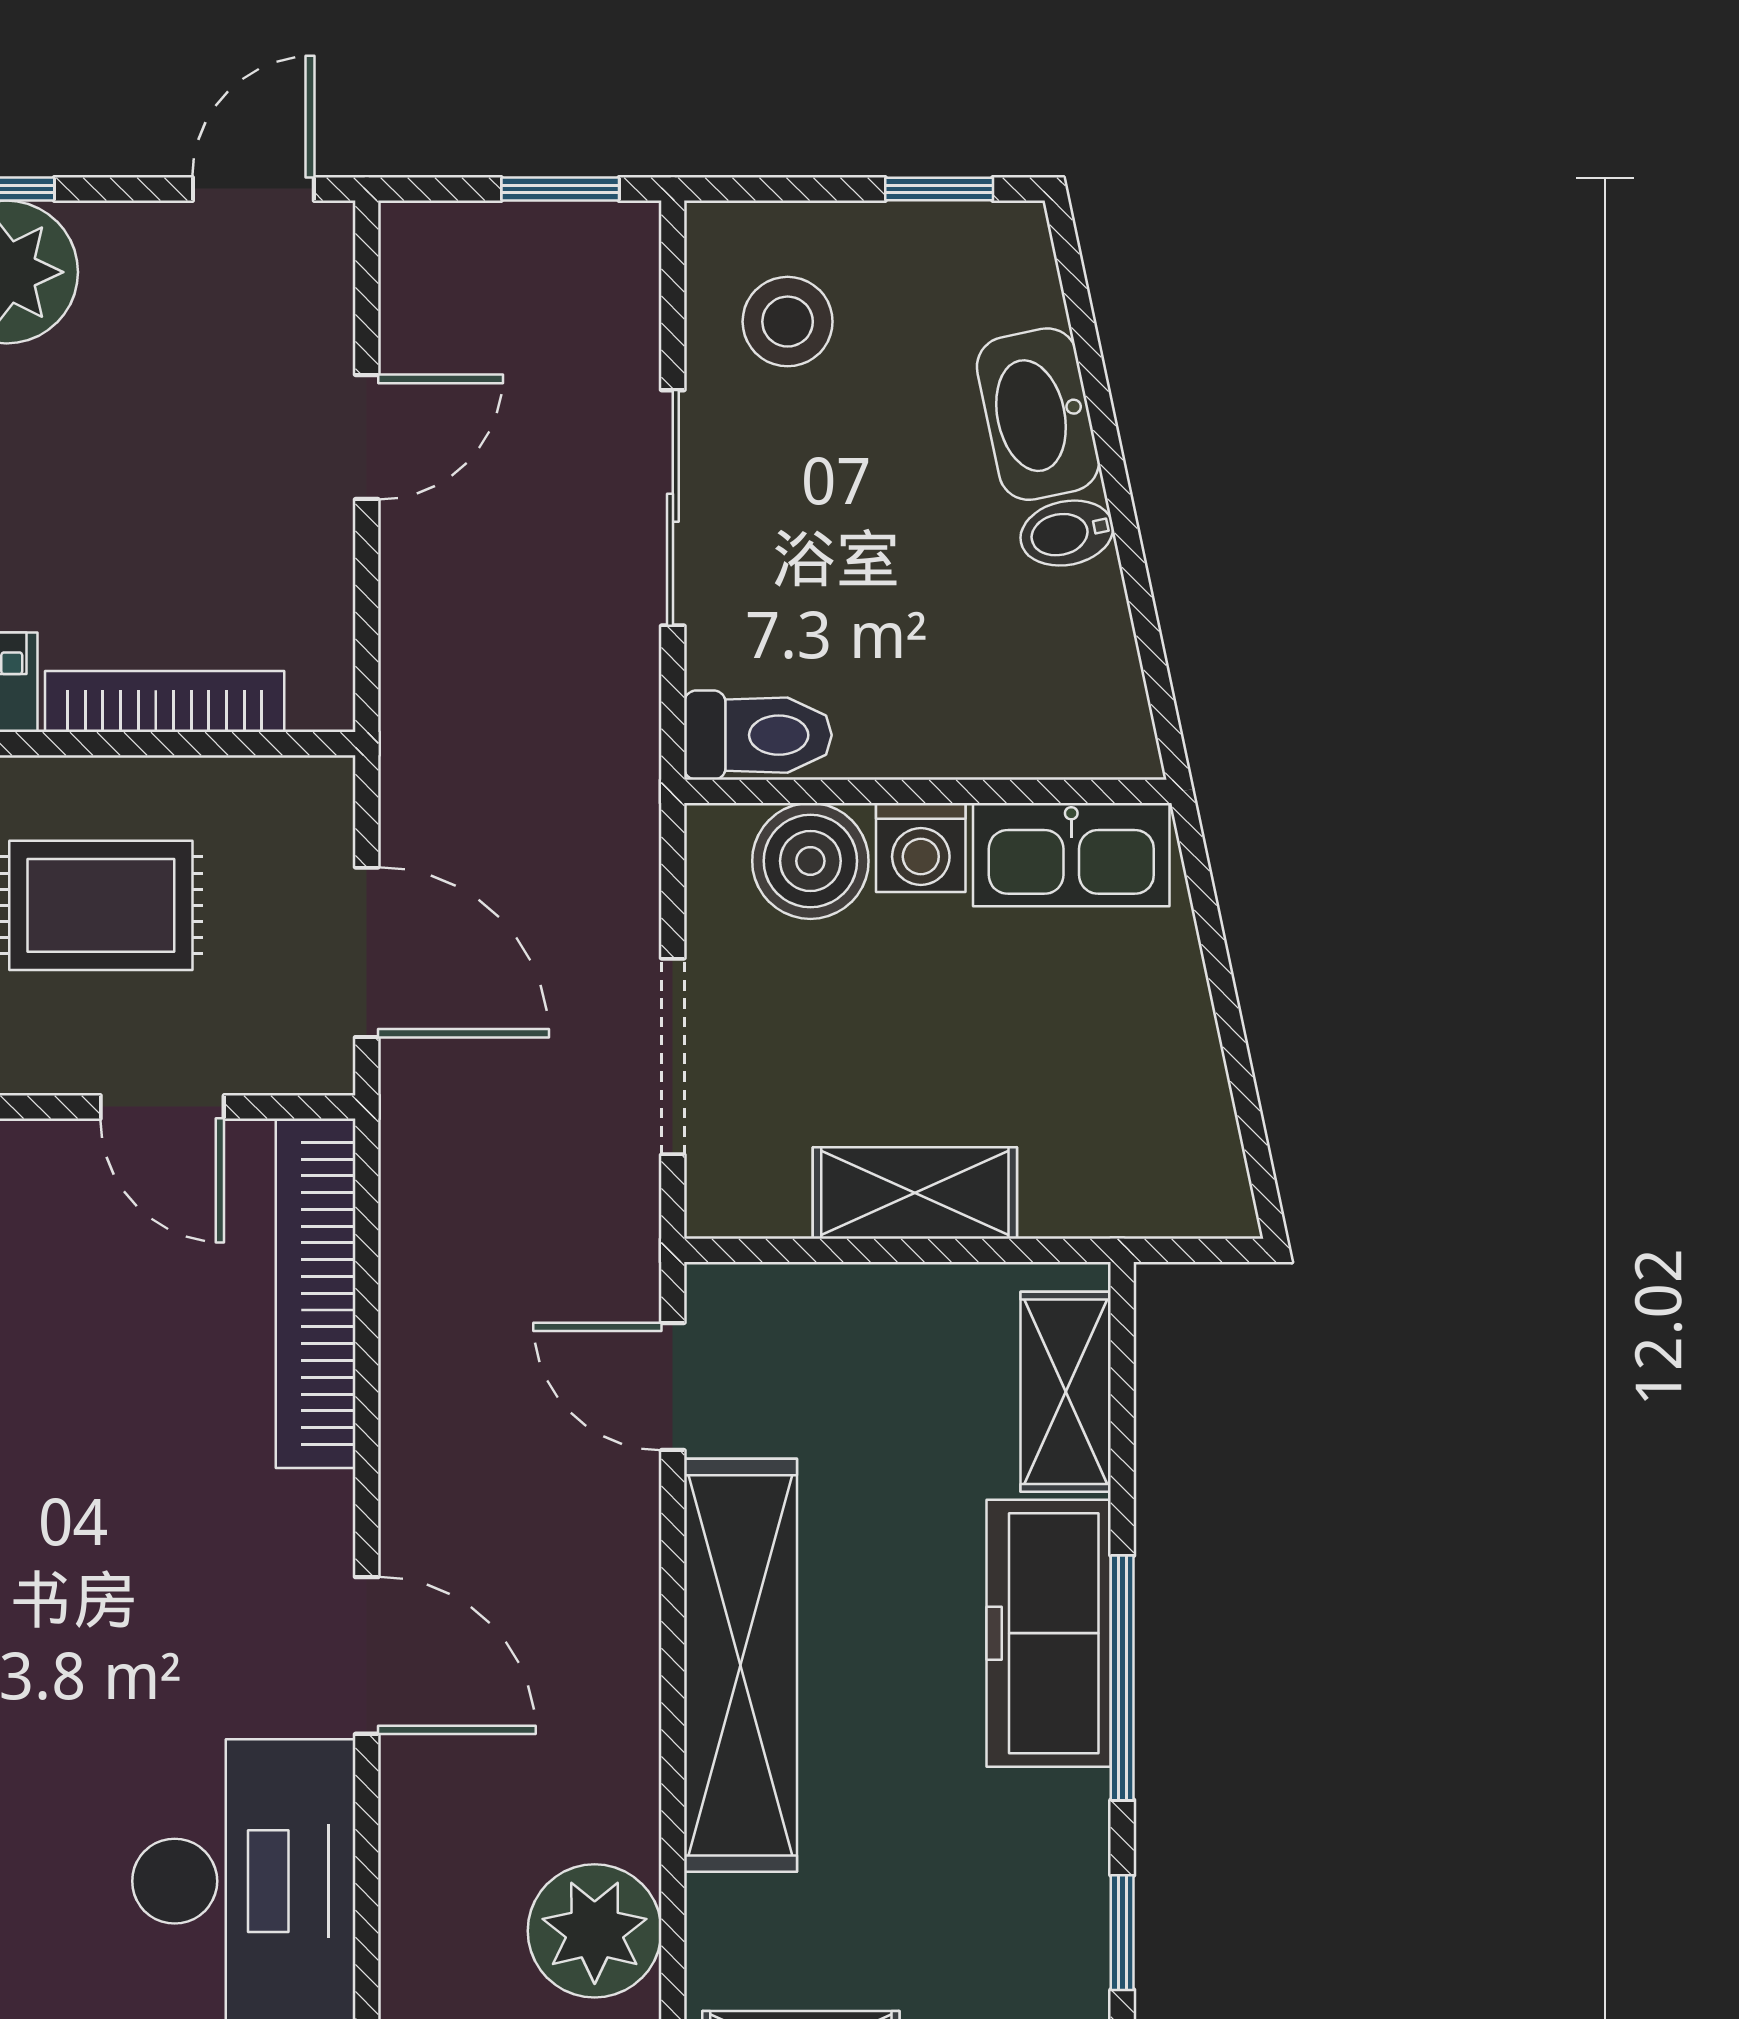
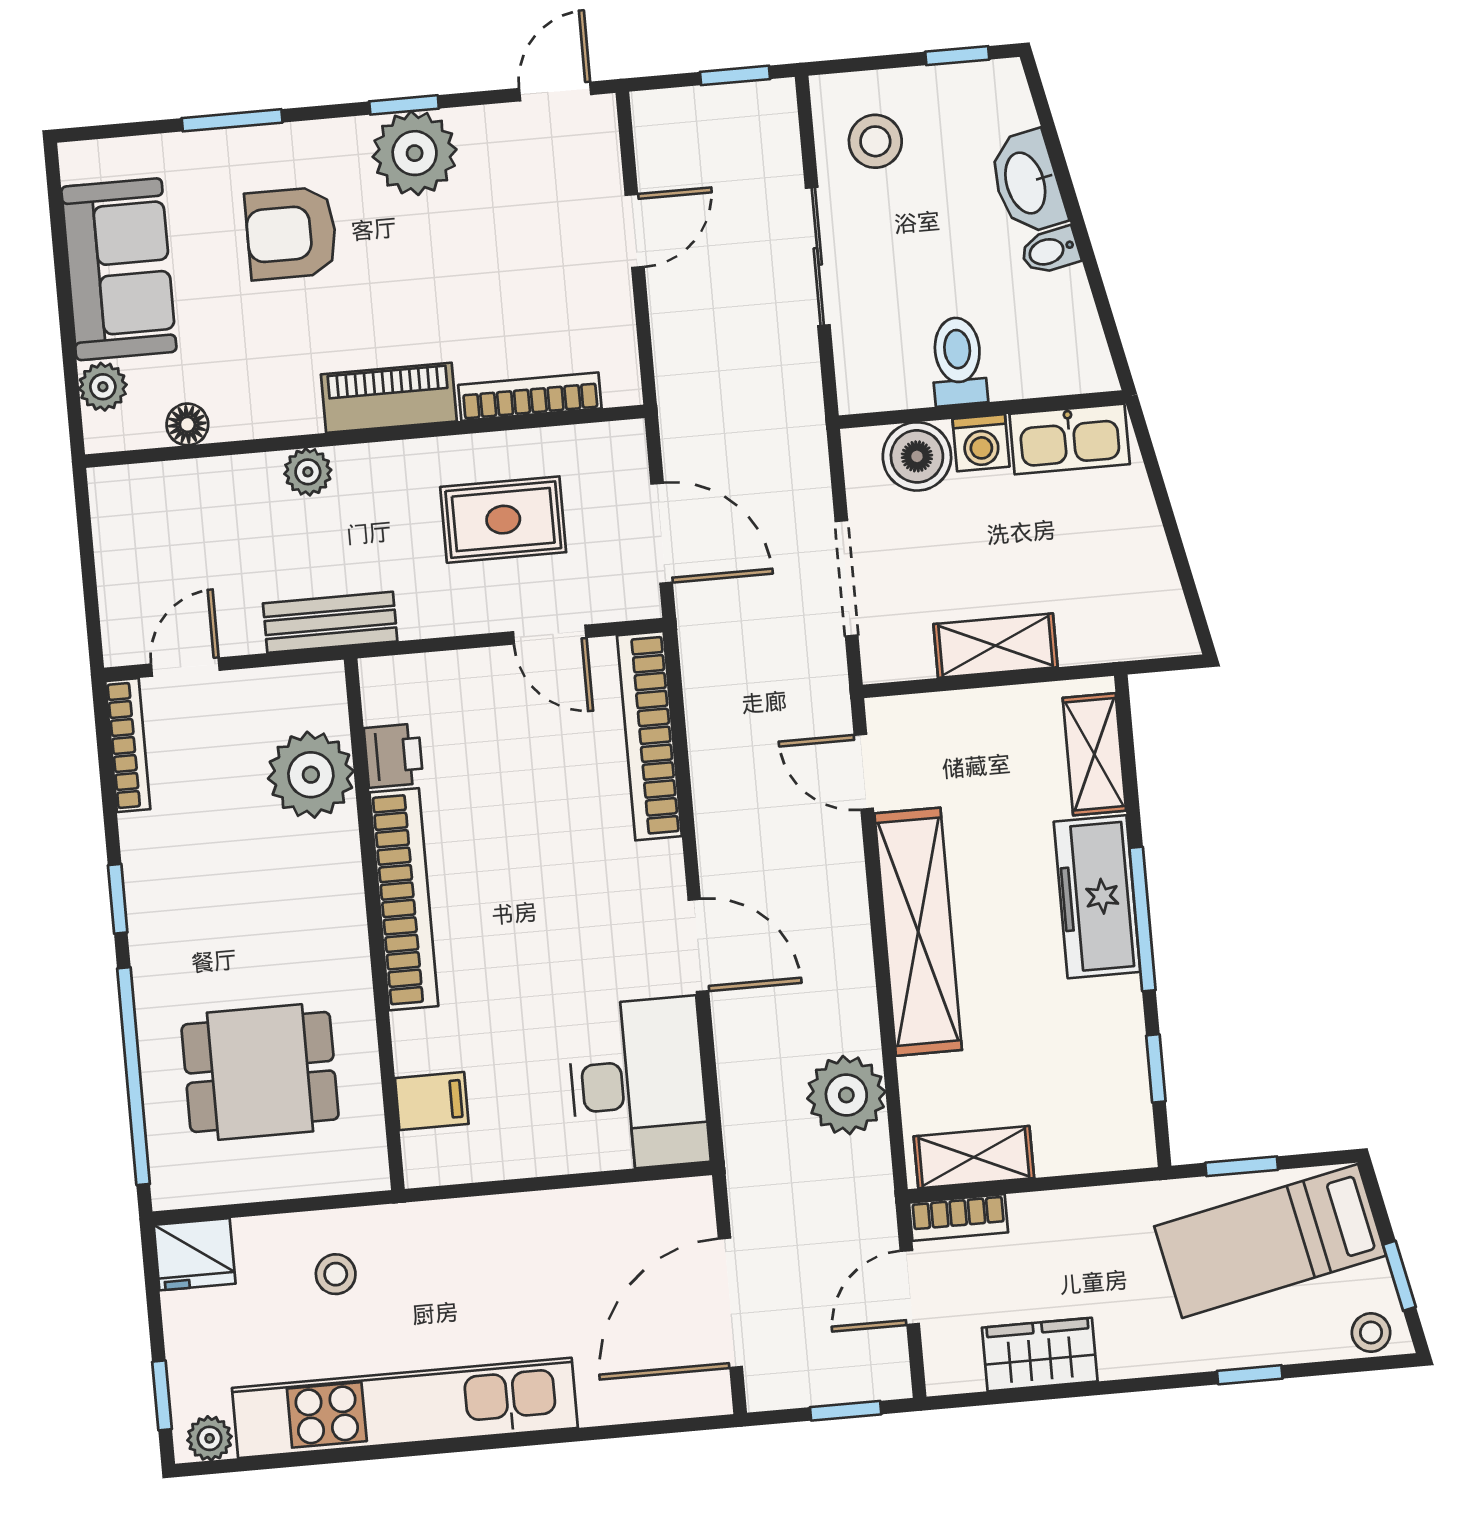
toilet: (758, 735) -> (958, 361), moved, turned -90

